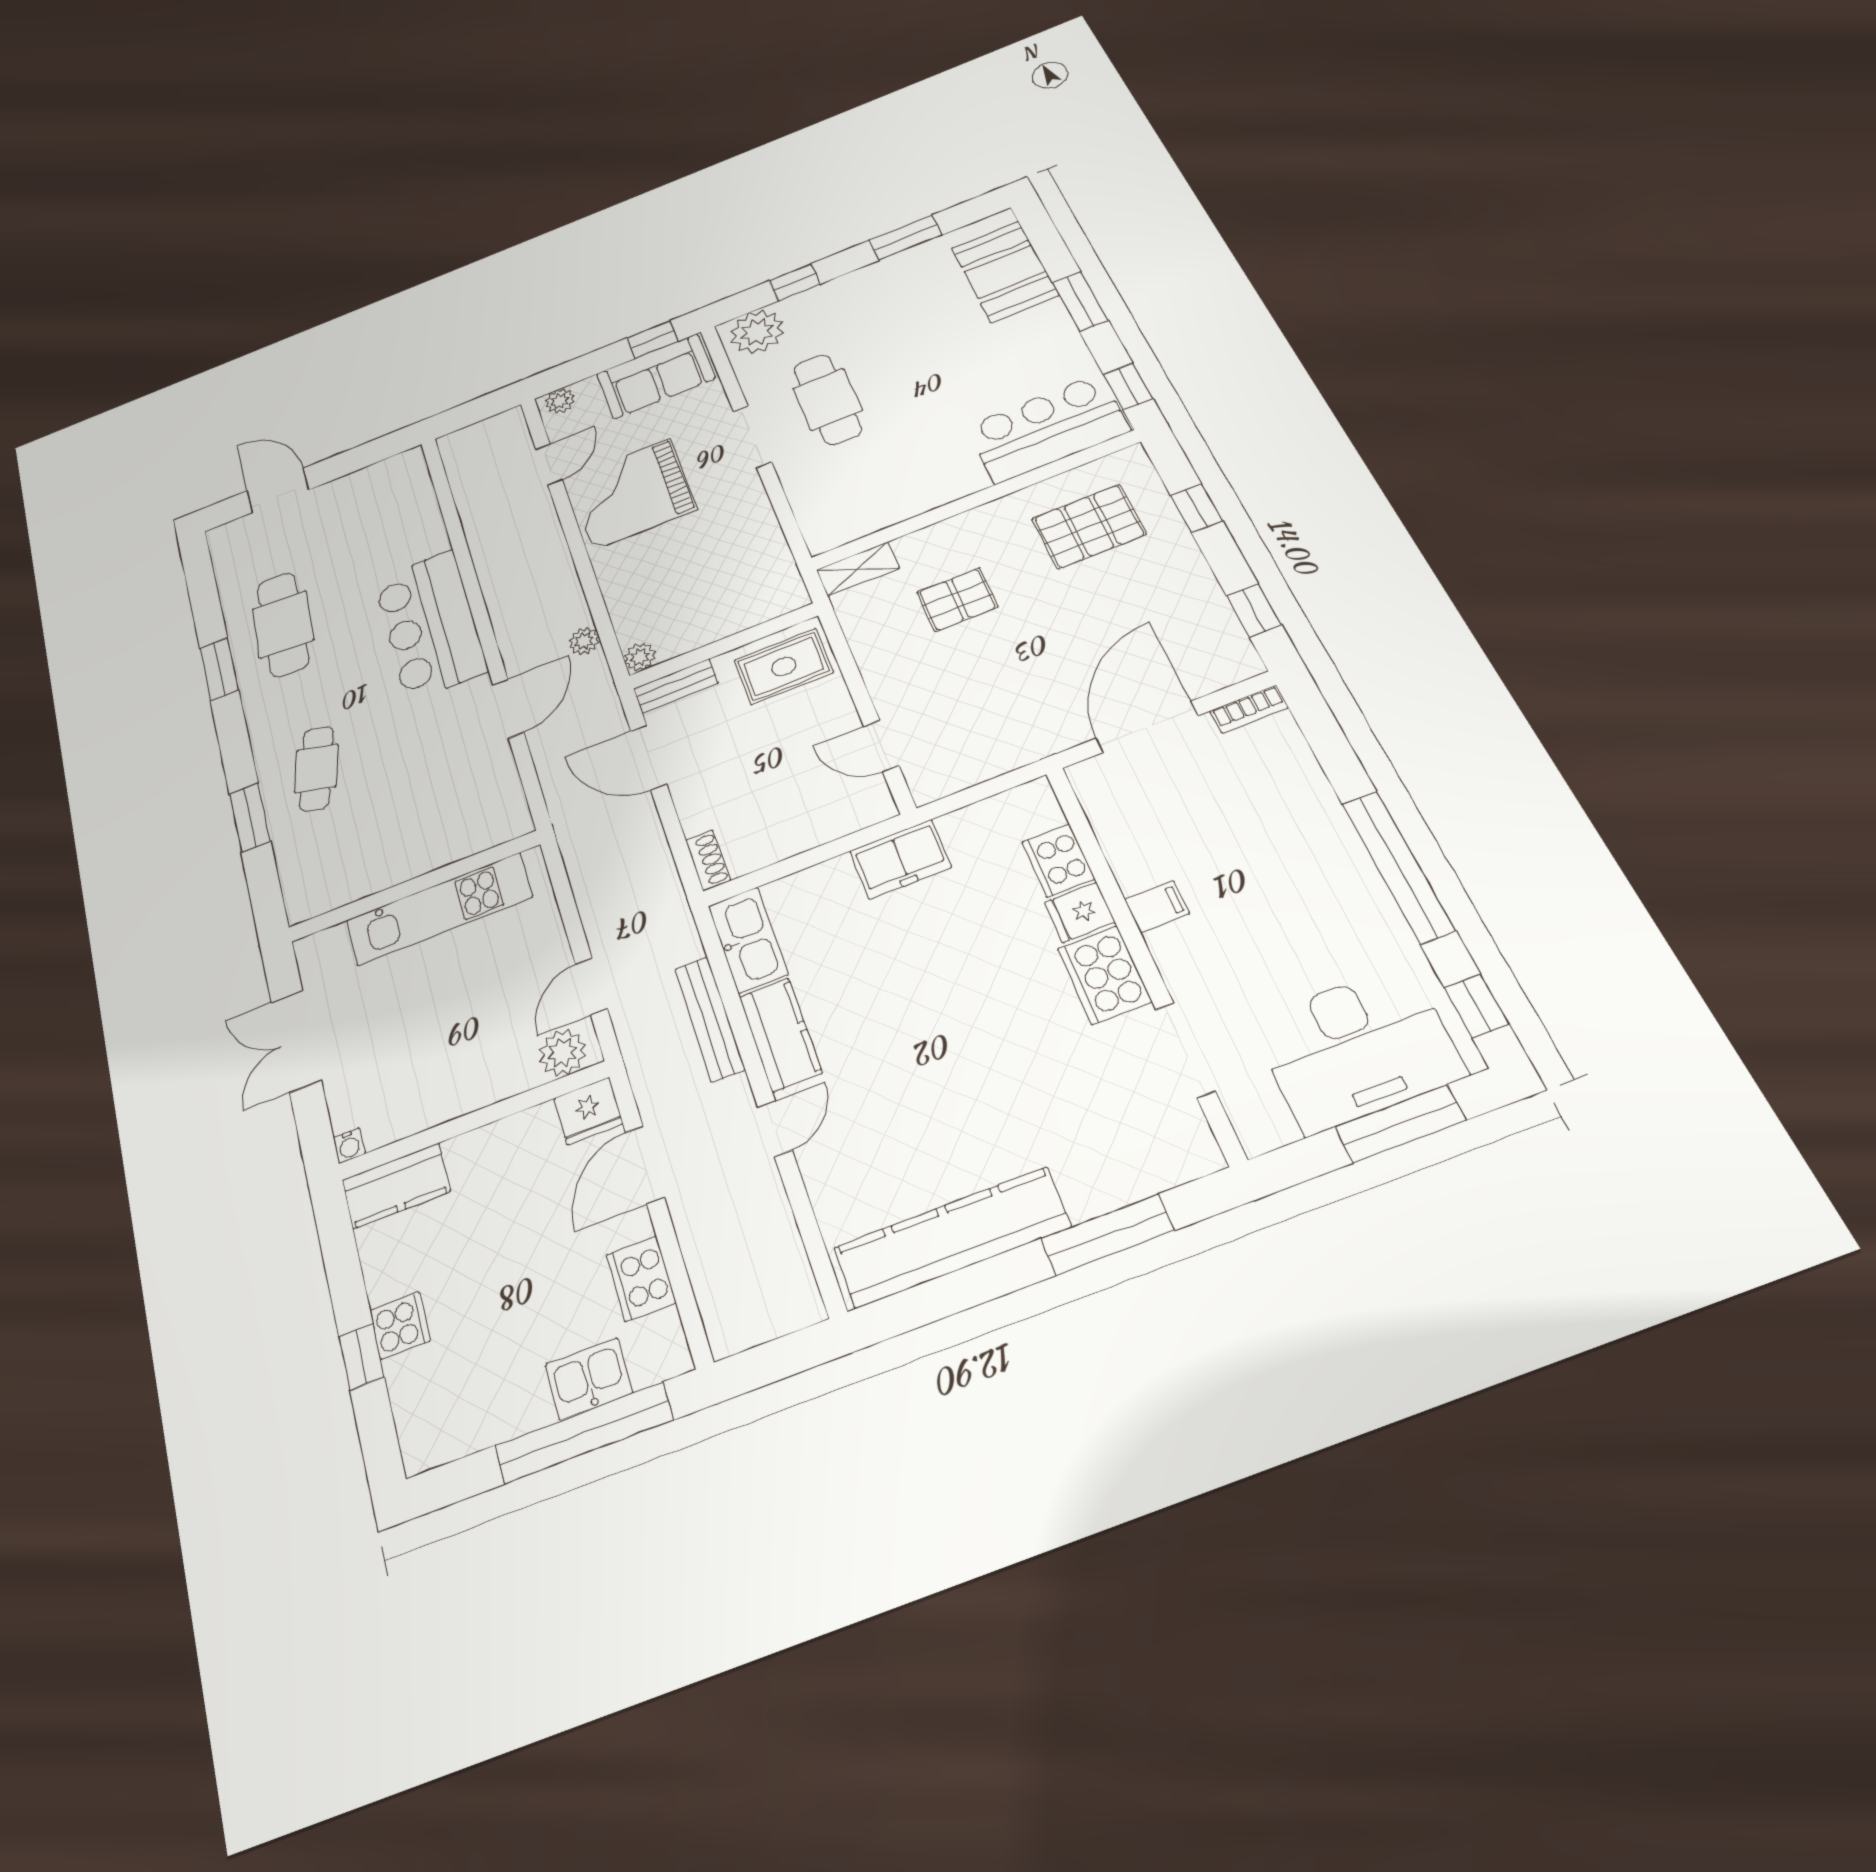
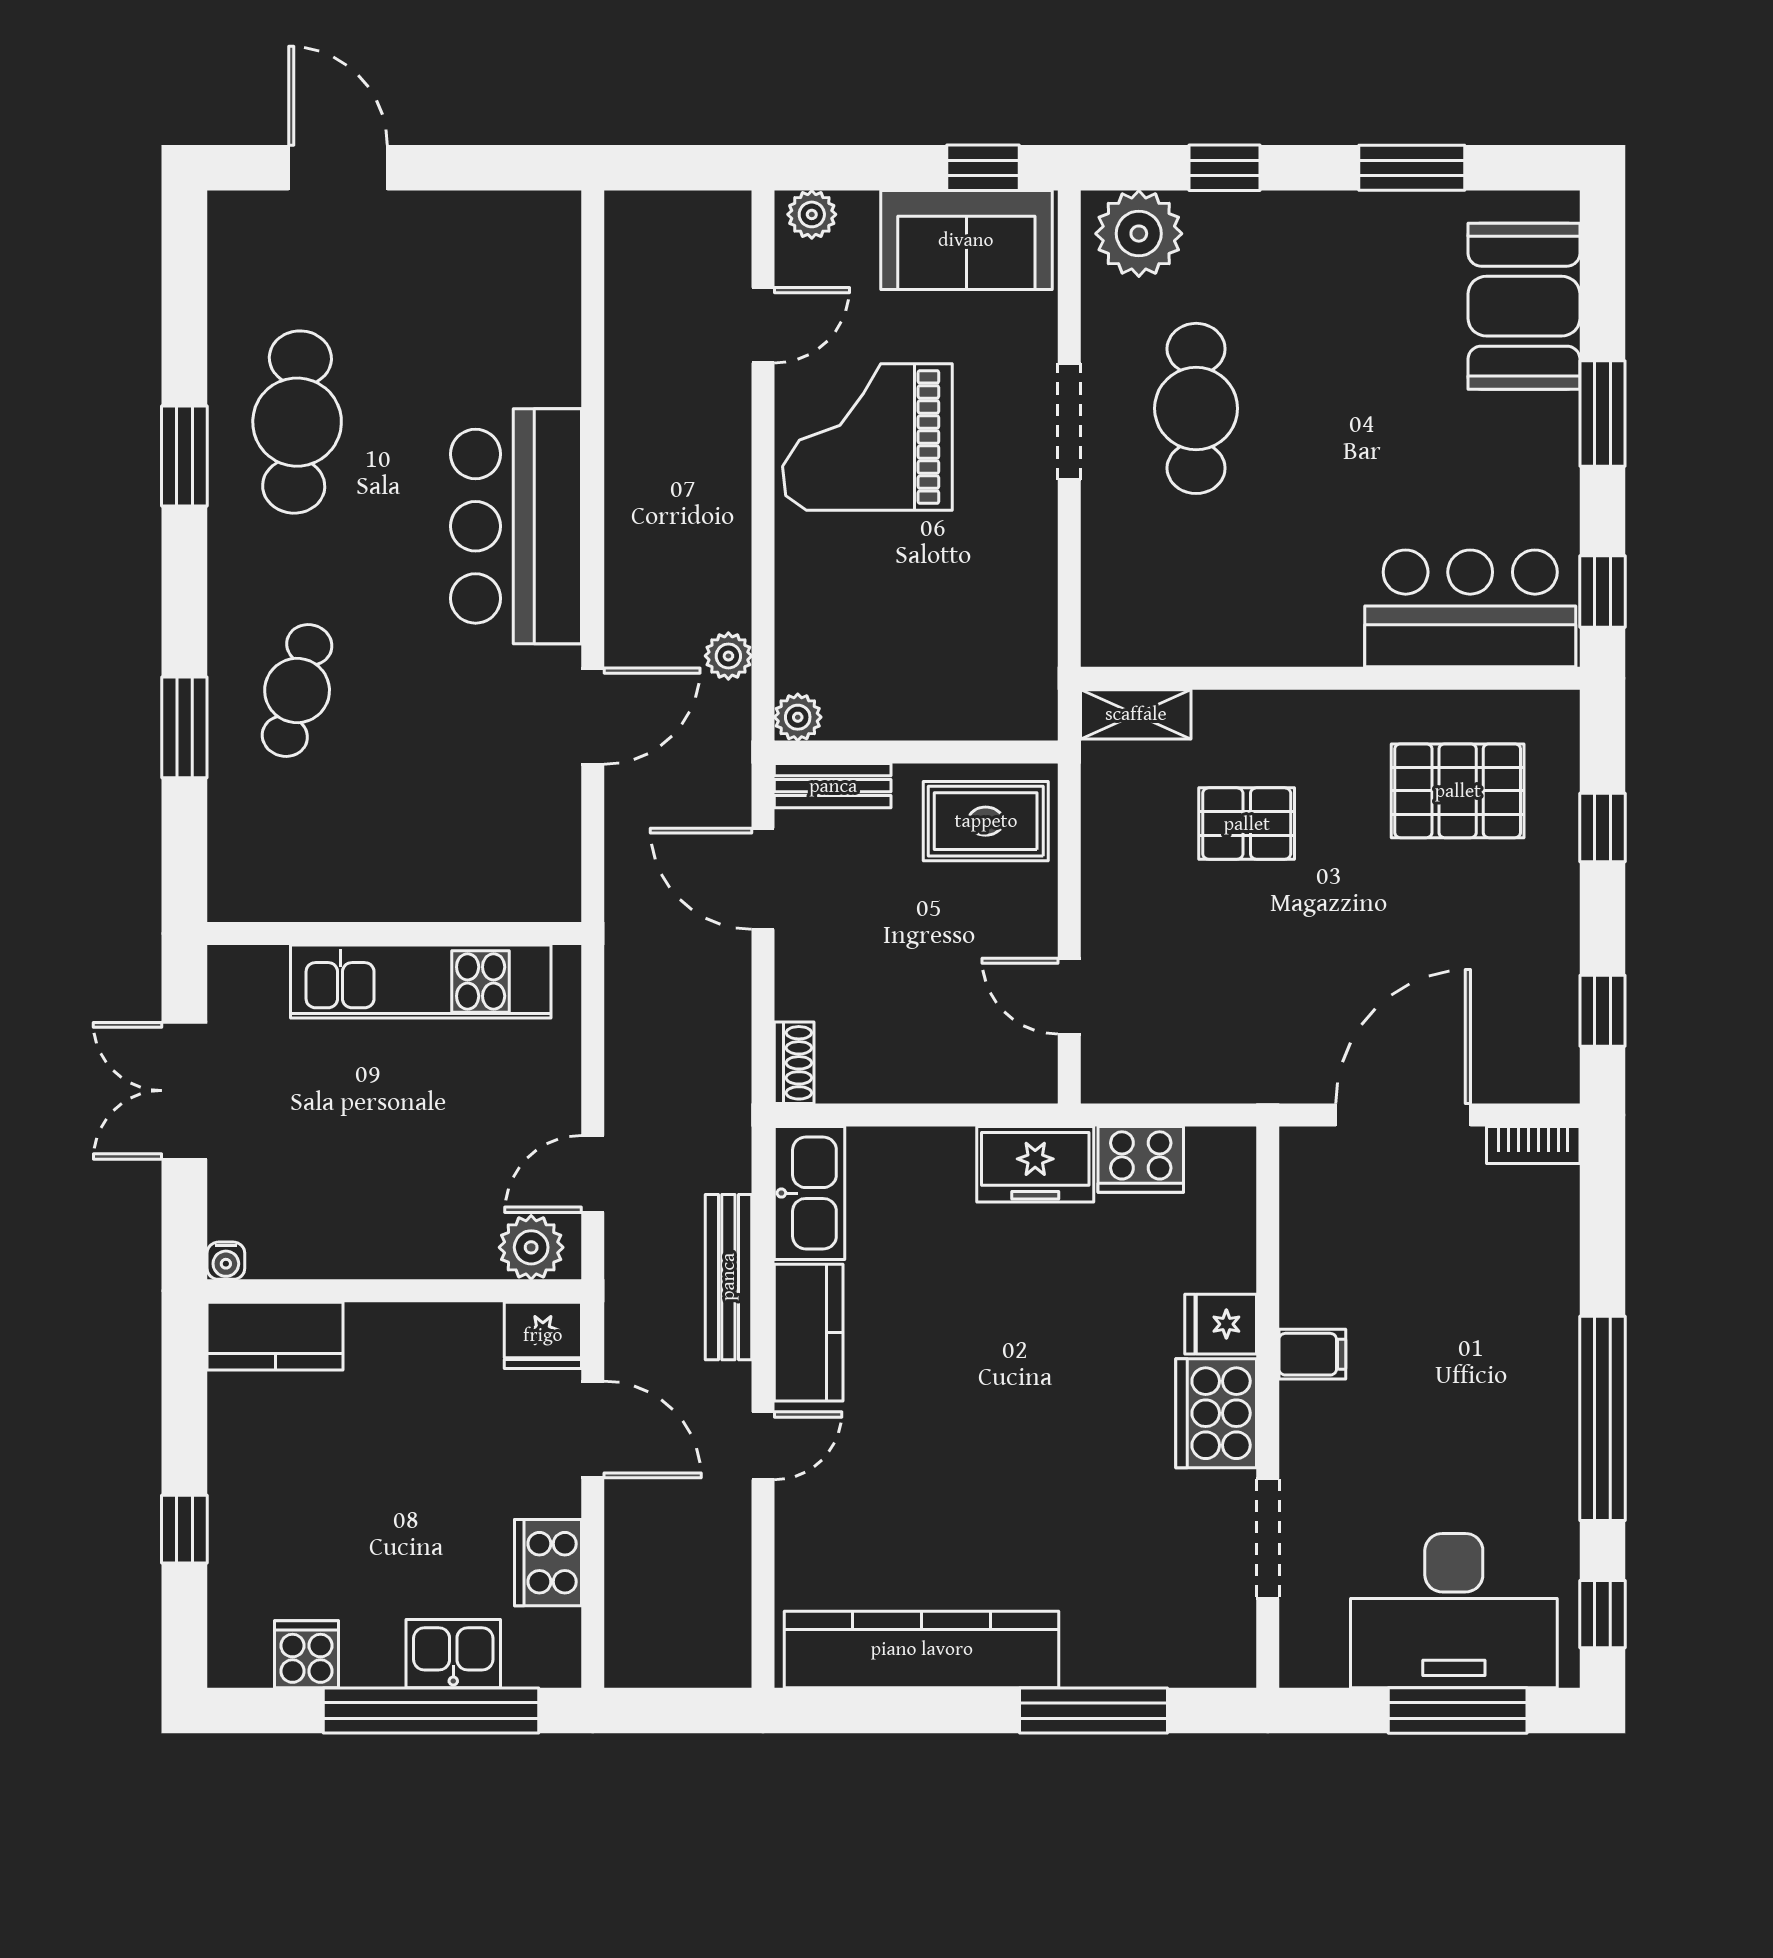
cooker: (1058, 860) -> (1141, 1159), moved, turned -90
door: (645, 1165) -> (593, 1429), swing flipped
cooker: (400, 1326) -> (306, 1654), moved, turned -90

